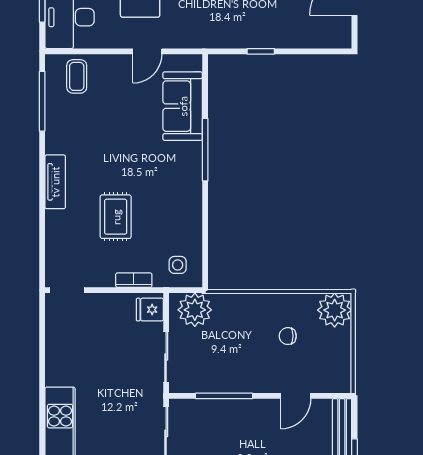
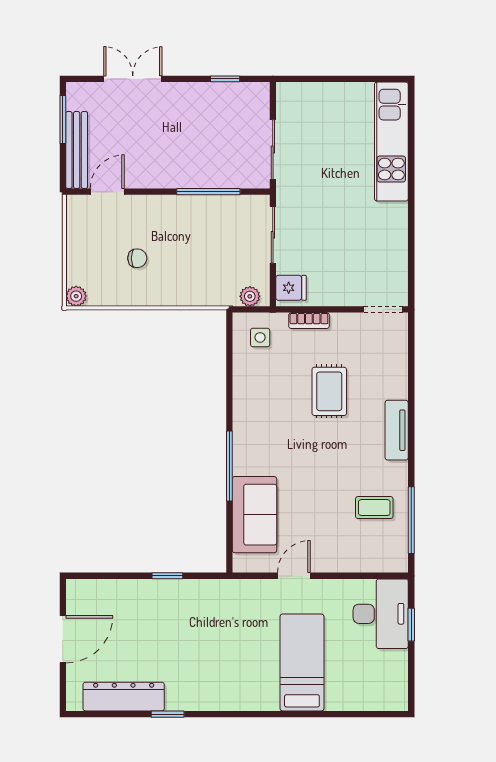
coffee table: (77, 76) -> (374, 508), moved, turned 90
plant: (195, 310) -> (250, 296), width x0.53, depth x0.53
plant: (335, 310) -> (76, 296), width x0.53, depth x0.53
door: (296, 396) -> (107, 192), moved

